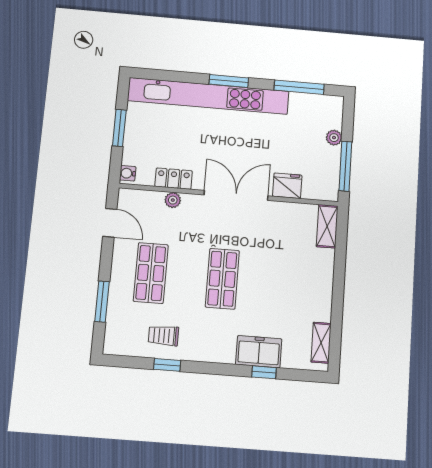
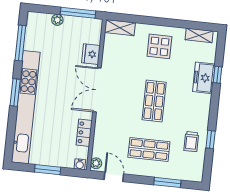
plant: (173, 200) -> (96, 163), moved
door: (110, 223) -> (114, 177), hinge flipped
shop shelf: (222, 279) -> (154, 101), turned 90
display table: (302, 284) -> (159, 46), added

